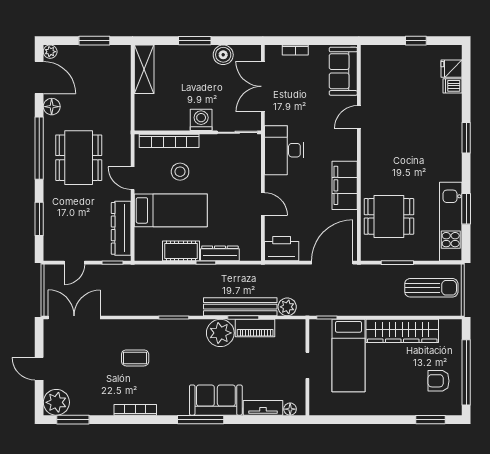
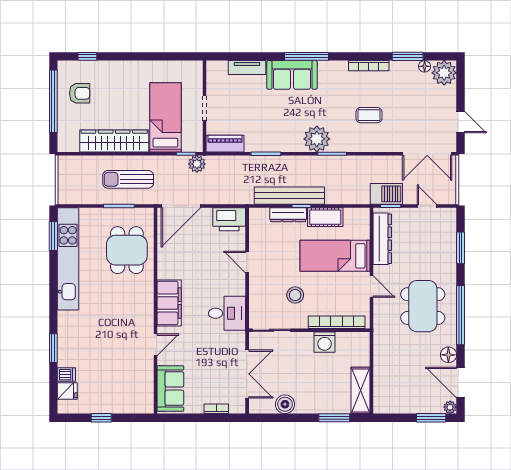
window: (94, 41) -> (431, 418), moved
window: (195, 41) -> (334, 418), moved
washing machine: (201, 120) -> (325, 342), moved
window: (466, 138) -> (53, 348), moved
desk: (284, 150) -> (227, 313), width x0.73
stool: (180, 172) -> (295, 295), moved
filing cabinet: (345, 185) -> (169, 303), moved
window: (466, 209) -> (53, 236), moved
dining table: (389, 216) -> (127, 250), turned 90
kitchen unit: (451, 222) -> (68, 259), width x1.36
door: (74, 263) -> (427, 206), hinge flipped
barbecue: (117, 275) -> (386, 194), added
sun lounger: (431, 288) -> (128, 179), moved
bench: (240, 307) -> (289, 196), moved
plant: (287, 307) -> (197, 164), moved
piano: (255, 328) -> (225, 144), moved
plant: (220, 333) -> (317, 139), moved
door: (39, 369) -> (461, 122), moved
floor lamp: (290, 409) -> (425, 66), moved
window: (73, 420) -> (408, 56), moved
window: (430, 420) -> (87, 56), width x0.67

